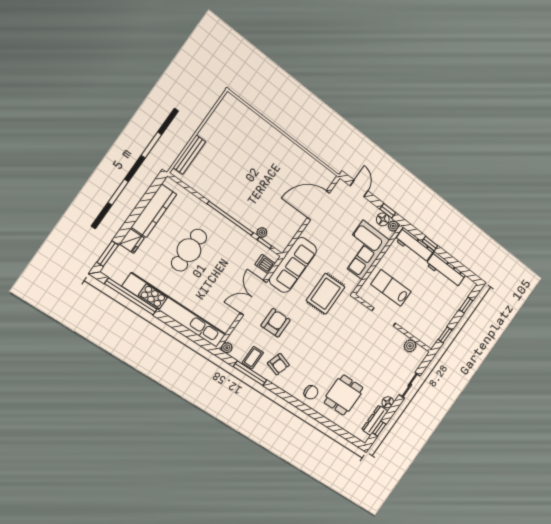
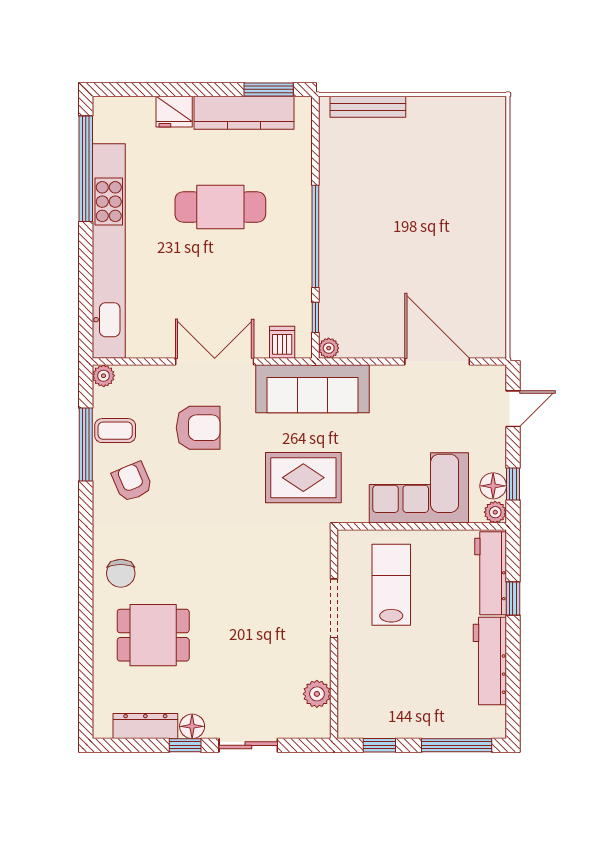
plant: (262, 233) -> (329, 348), moved
window: (108, 254) -> (269, 89), moved
window: (466, 305) -> (457, 745), width x2.17
armchair: (278, 364) -> (132, 482), turned 139
window: (379, 428) -> (185, 745), moved

